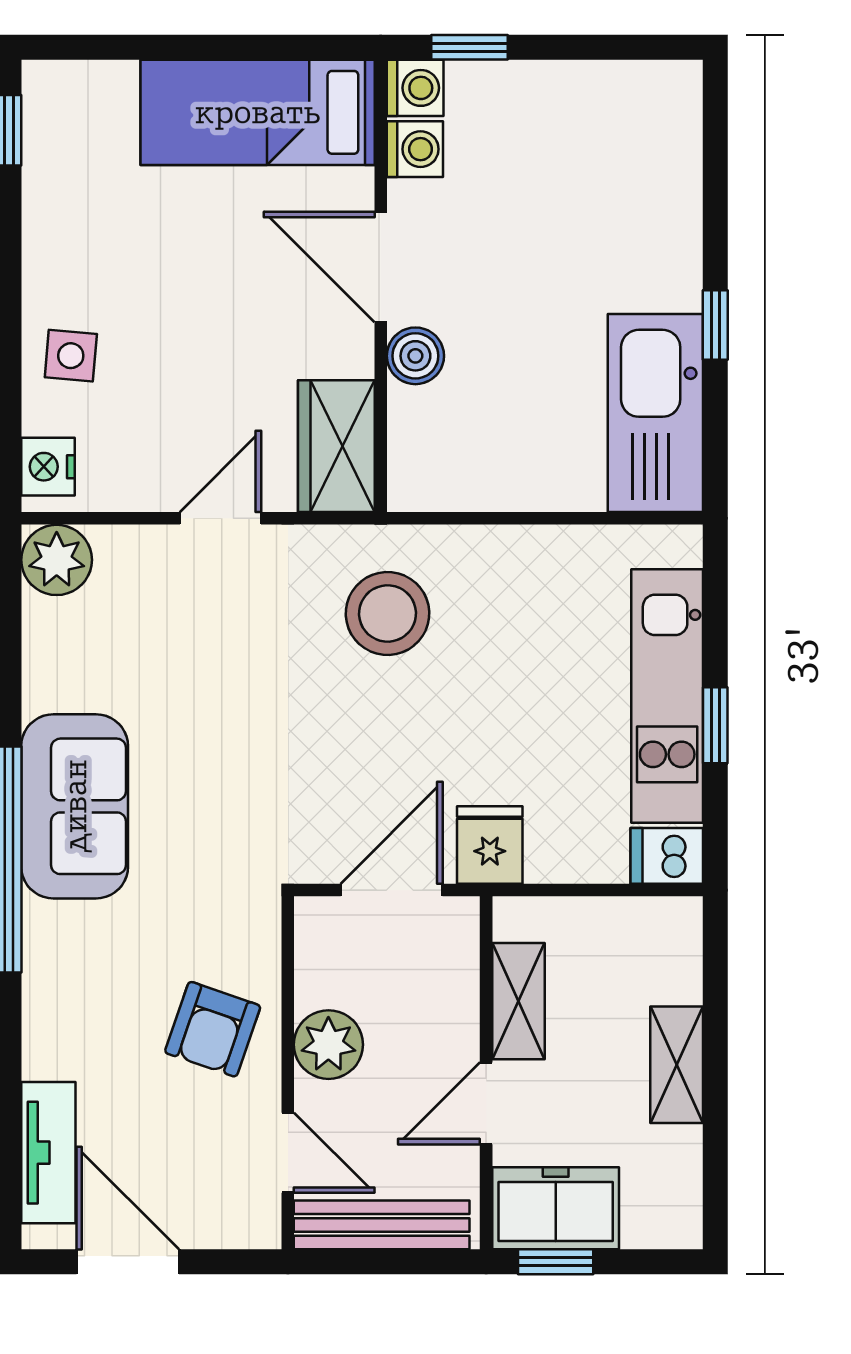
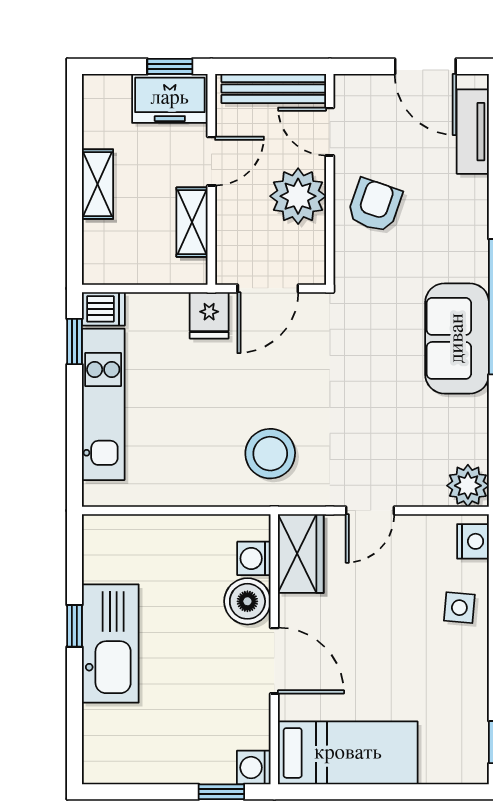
washing machine: (415, 149) -> (254, 558), moved
boiler: (415, 356) -> (247, 601), width x1.36, depth x1.36
kitchen sink: (655, 413) -> (110, 644), moved
window: (715, 725) -> (74, 342), moved
plant: (328, 1045) -> (298, 196), width x1.36, depth x1.36

